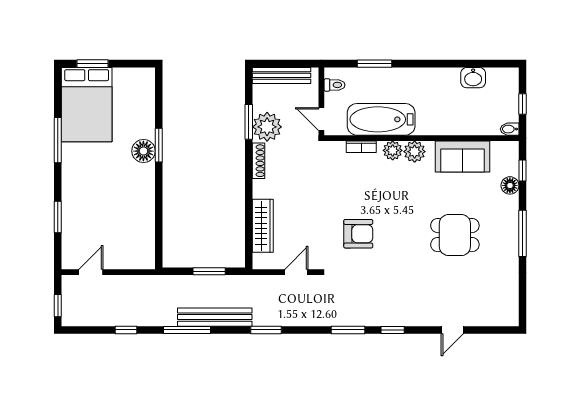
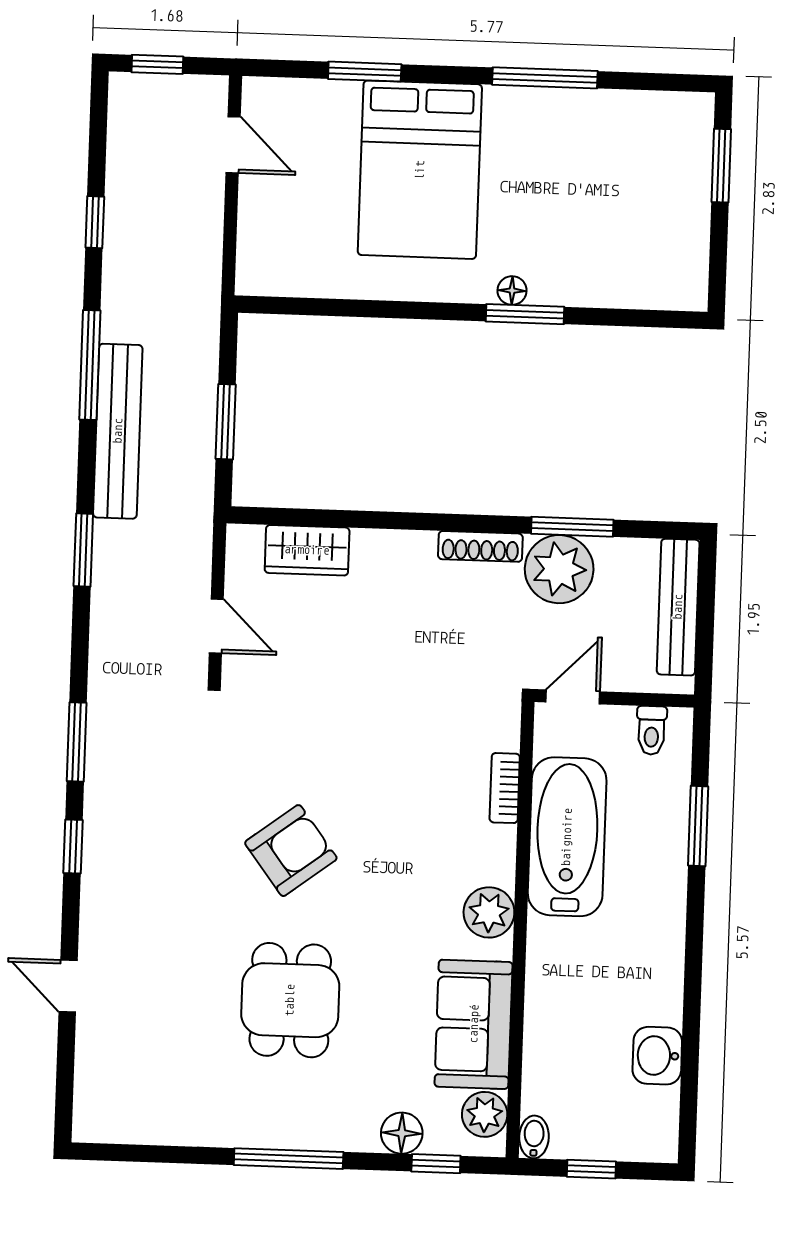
bed: (87, 105) -> (420, 170), moved, turned -90
plant: (393, 150) -> (485, 1114), moved
floor lamp: (143, 151) -> (512, 291), width x0.53, depth x0.53
wardrobe: (263, 226) -> (307, 550), width x0.67
armchair: (358, 234) -> (291, 851), moved, turned -127

